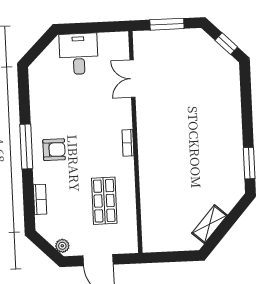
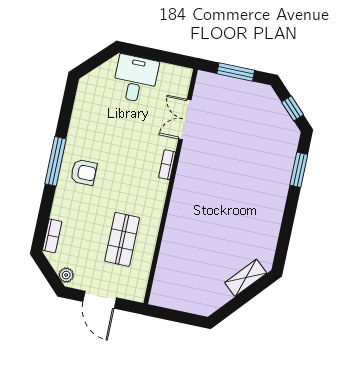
bookcase: (128, 143) -> (167, 165), moved
window: (249, 163) -> (299, 170), moved
bookcase: (40, 199) -> (52, 236), moved
shelving: (209, 224) -> (246, 278), moved

